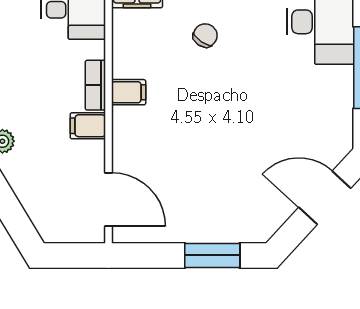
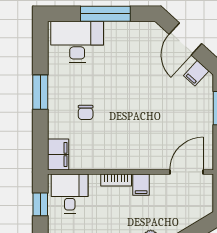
chair: (205, 35) -> (86, 112), turned -124
filing cabinet: (129, 92) -> (196, 73), moved, turned -137

